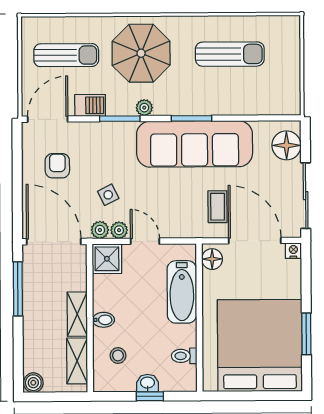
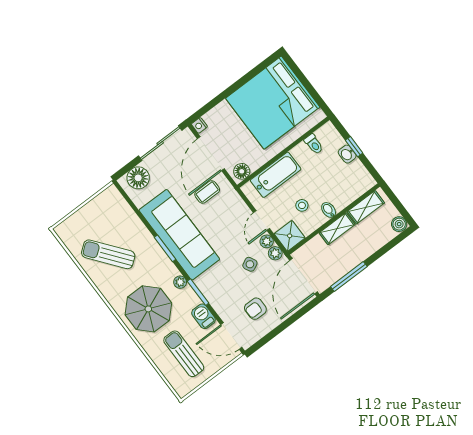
sun lounger: (230, 54) -> (108, 254), turned -38
window: (306, 334) -> (244, 79), removed
stool: (118, 356) -> (302, 205), moved

